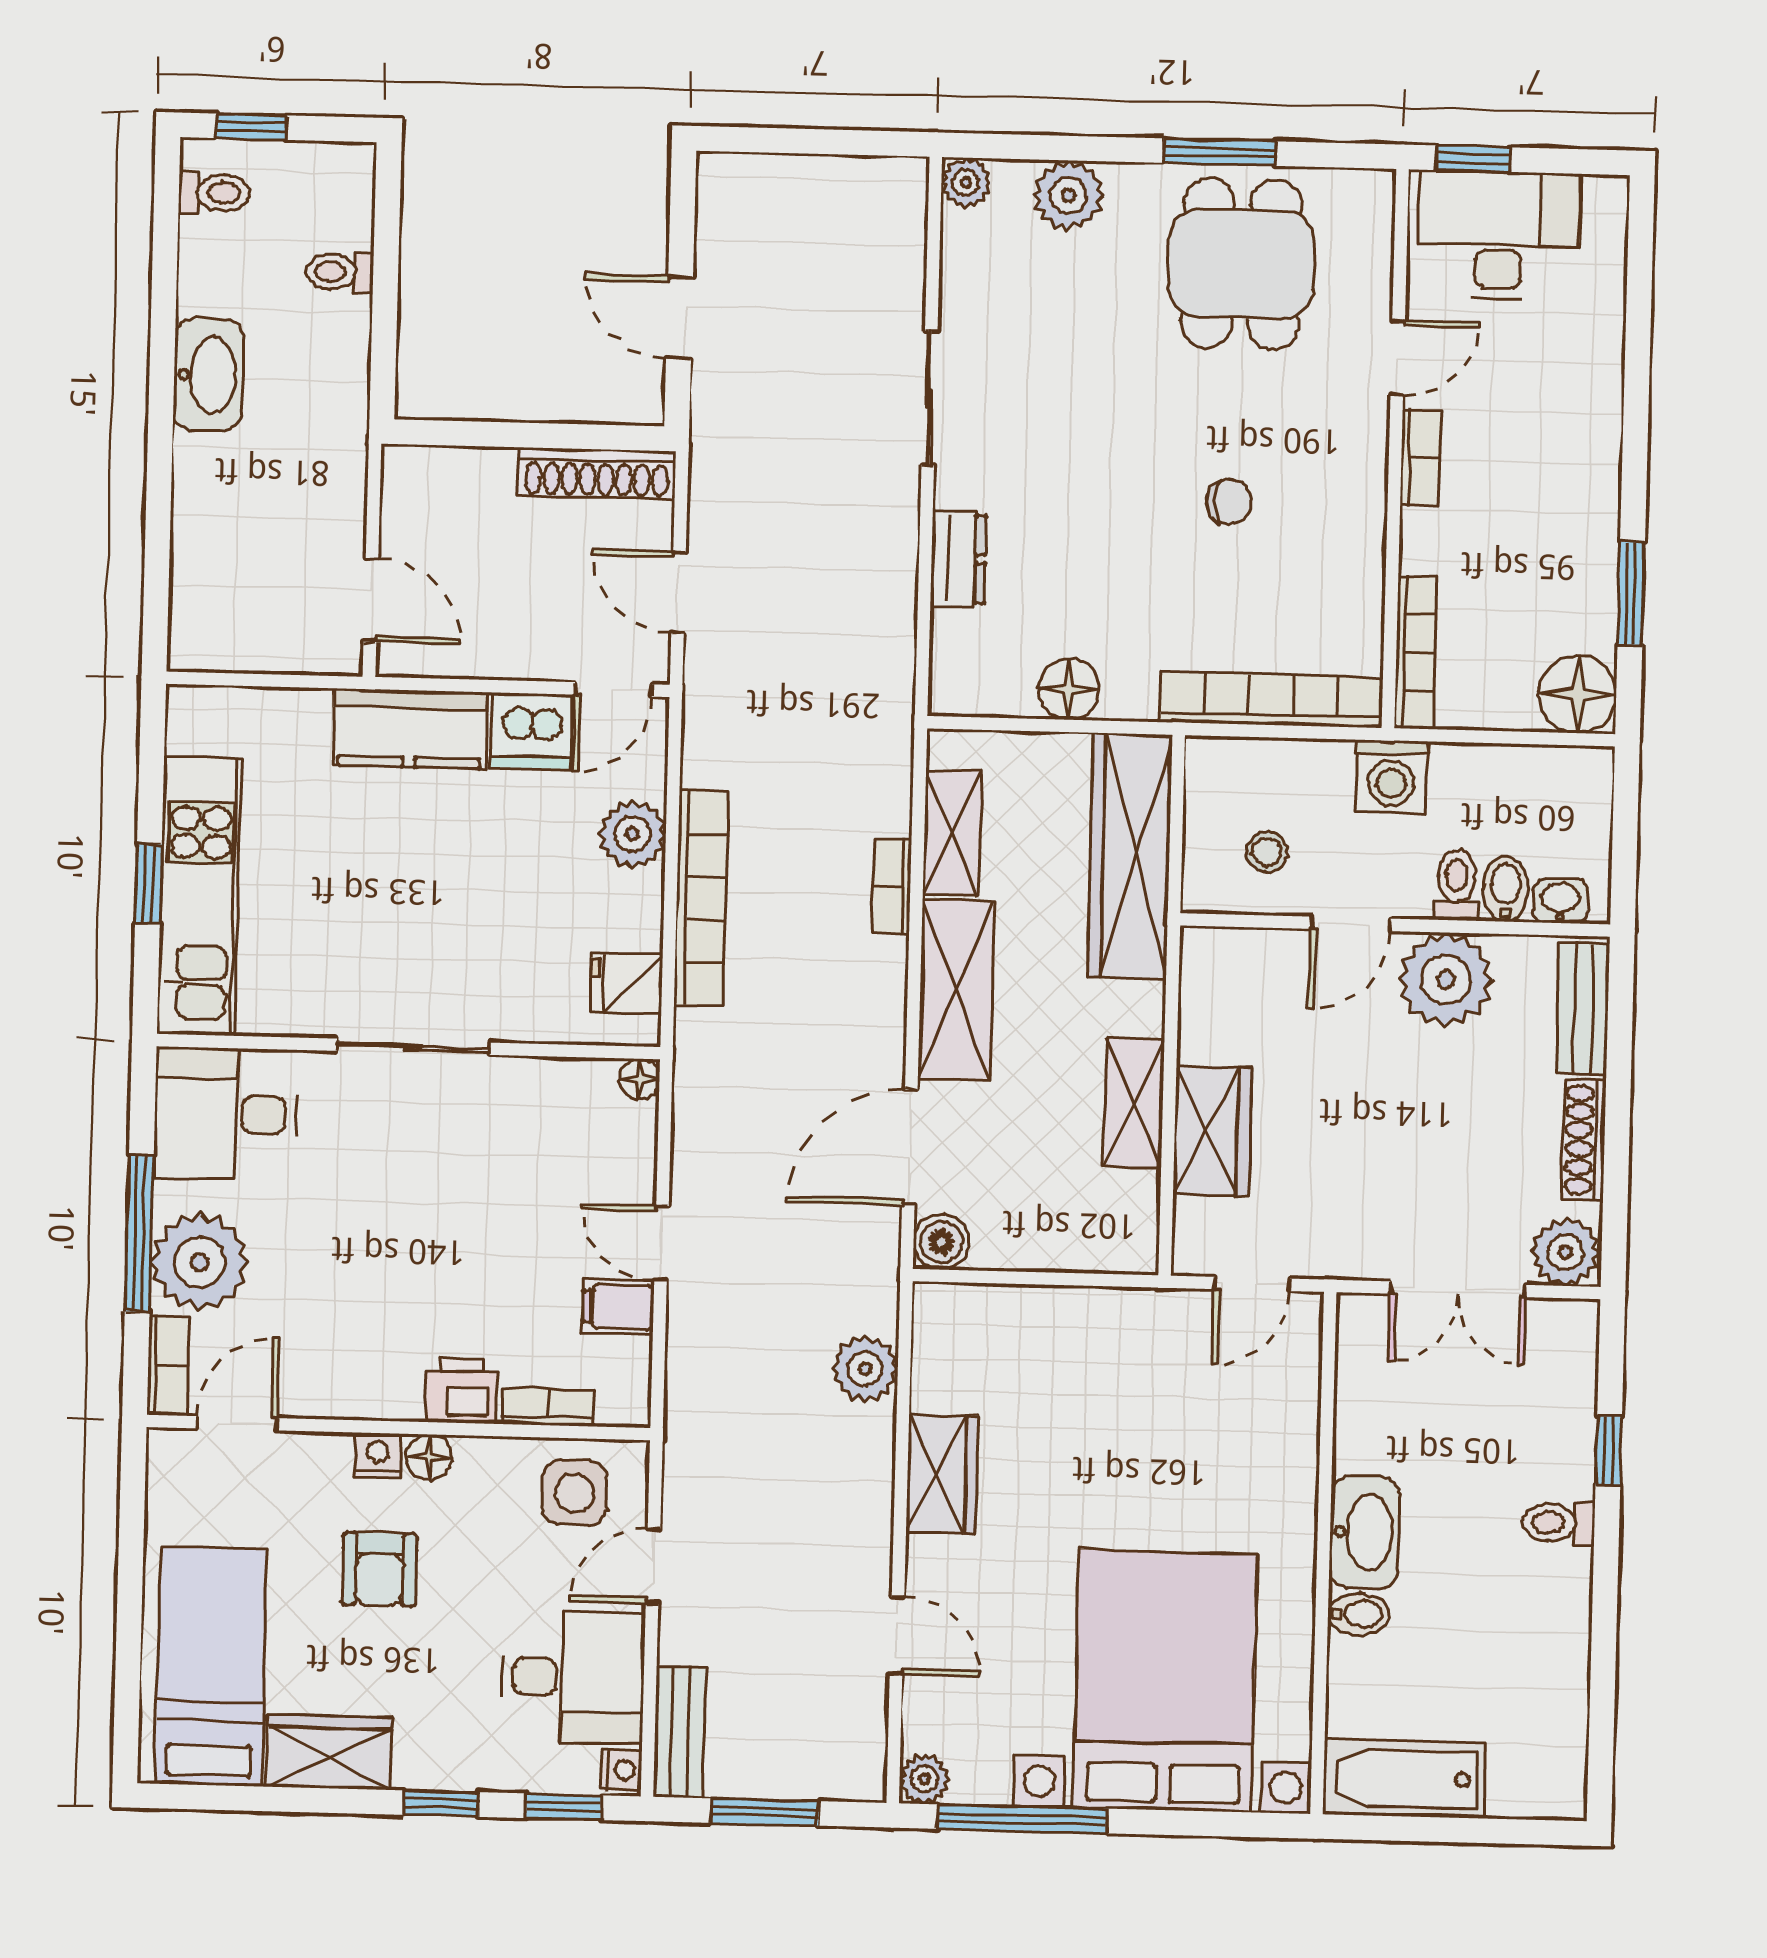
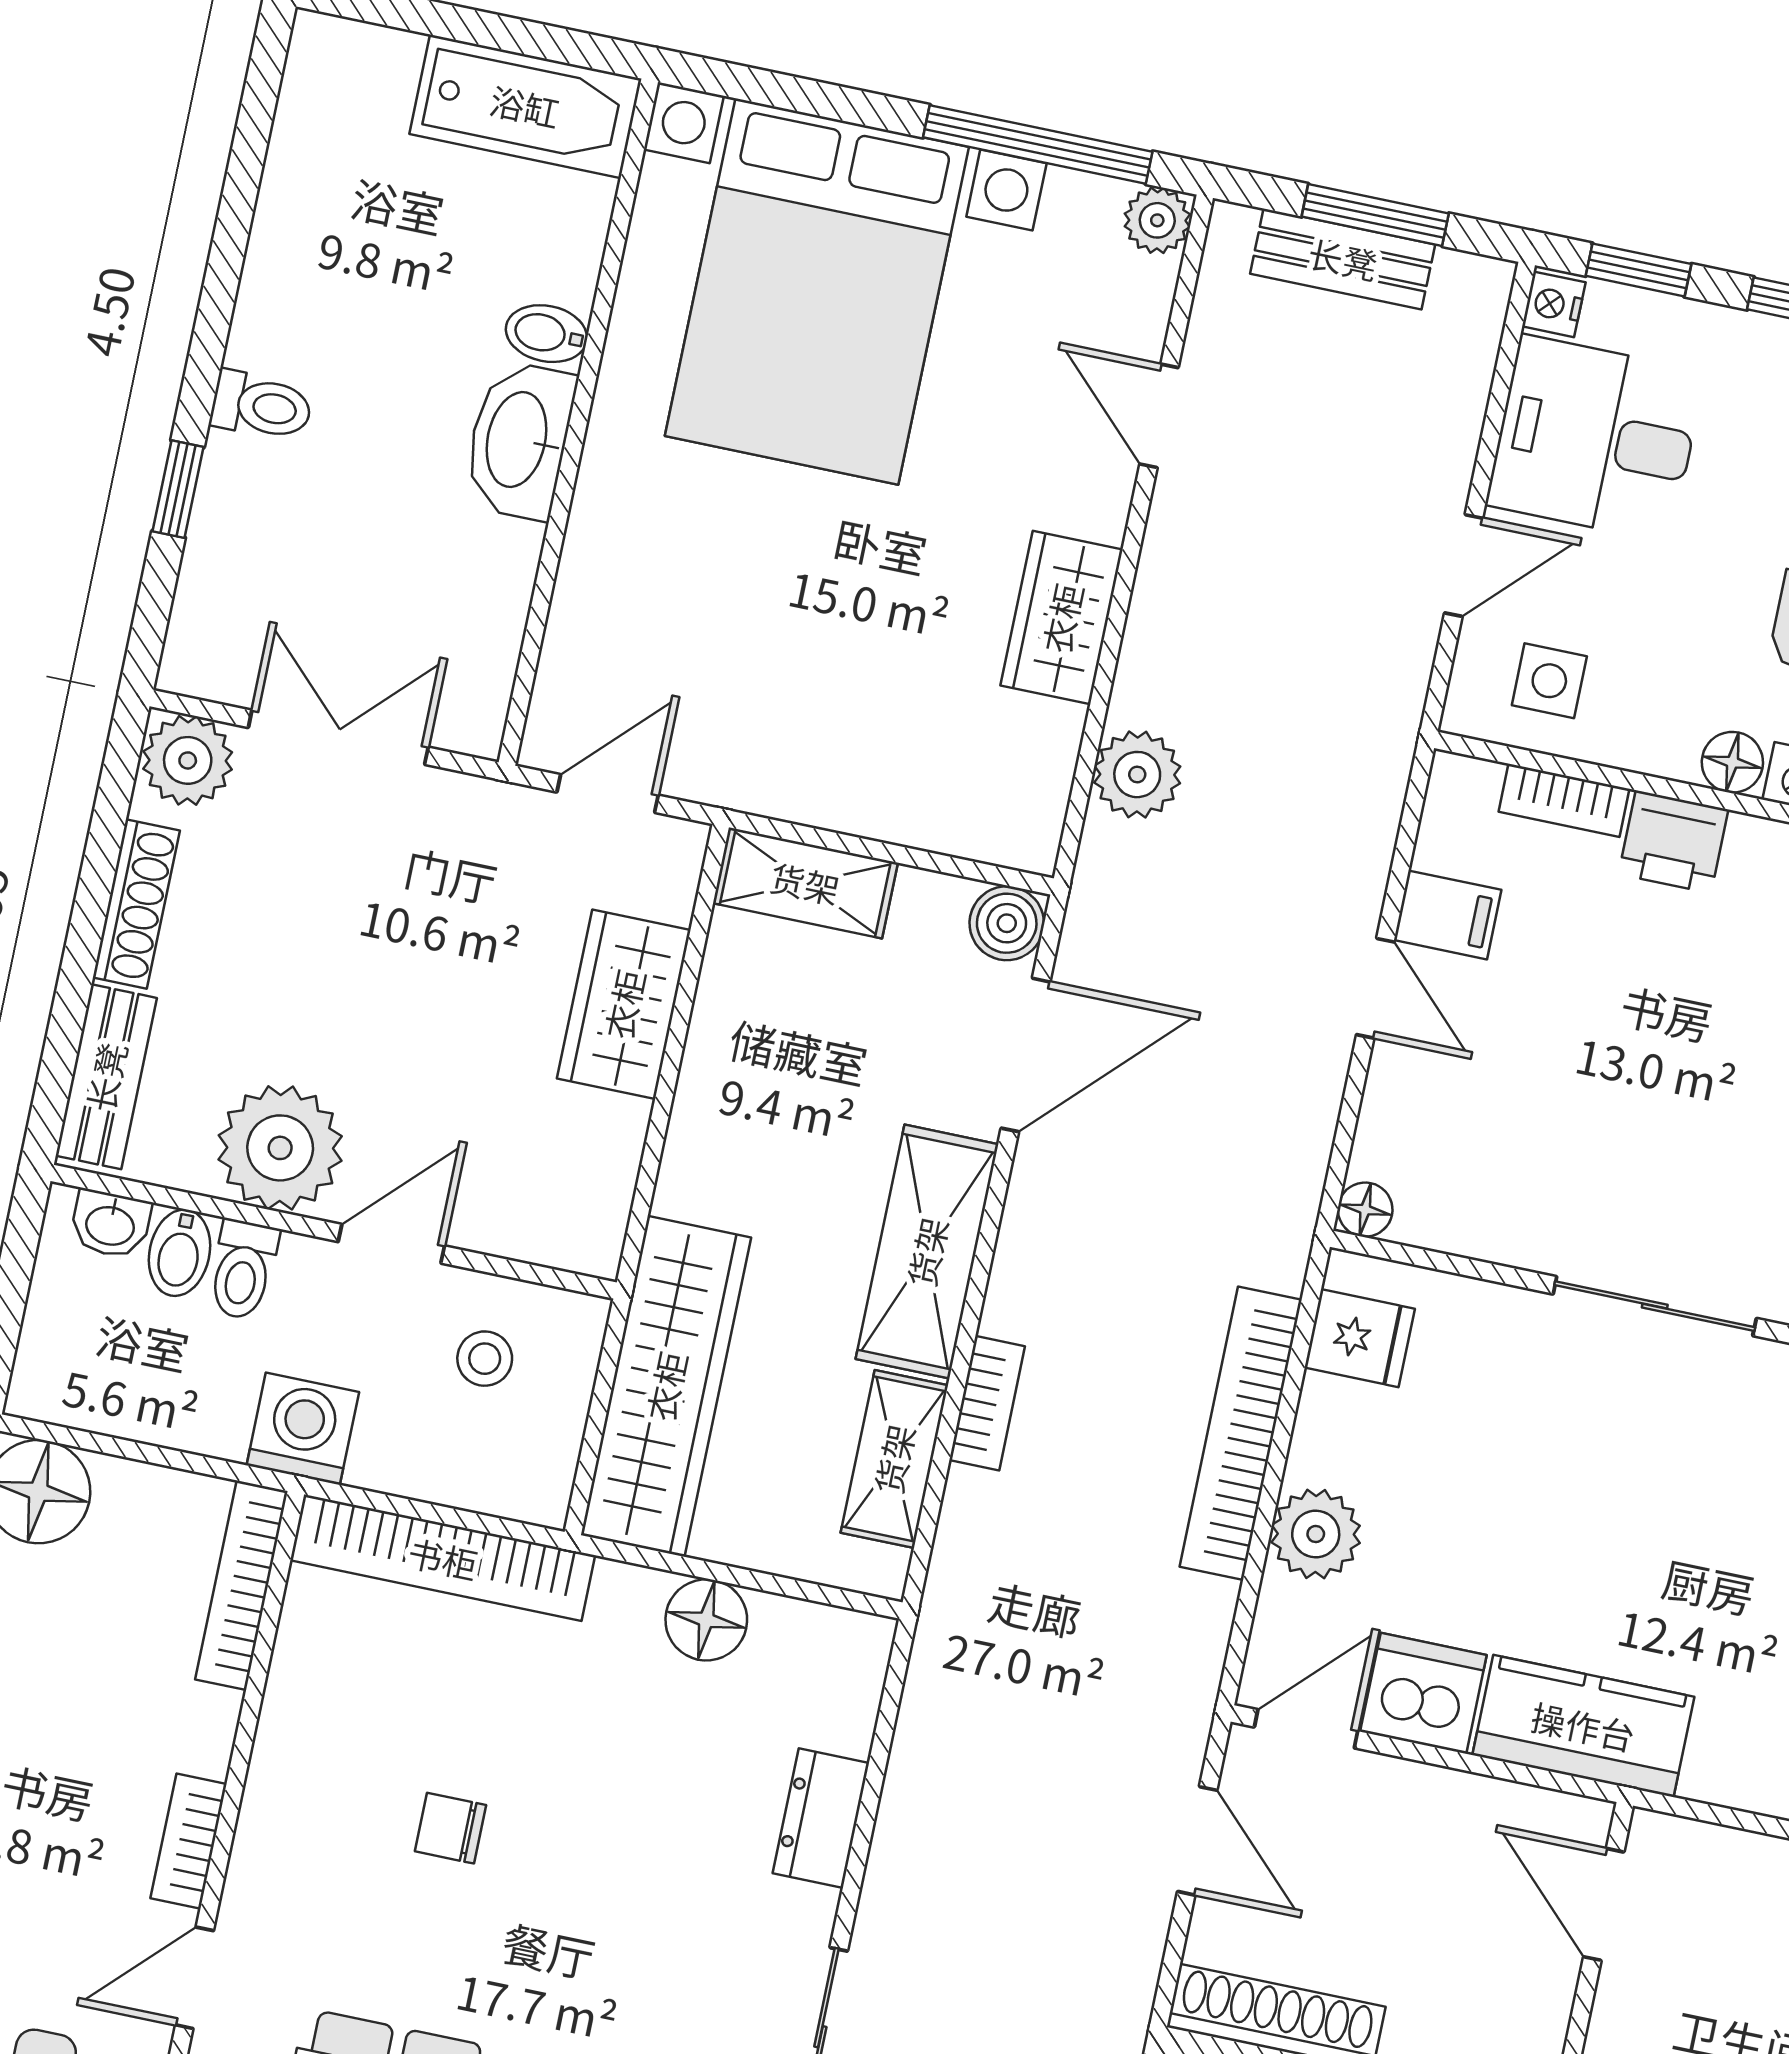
shelving: (1134, 1103) -> (805, 883), moved, turned 90
side table: (575, 1493) -> (1549, 681), width x0.73, depth x0.73
bench: (680, 1732) -> (1343, 259), moved, turned 90

